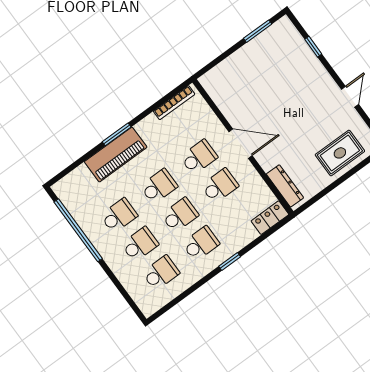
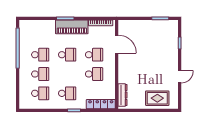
door: (240, 144) -> (117, 44), moved
piano: (116, 154) -> (72, 27), moved
school desk: (180, 215) -> (67, 74), removed
locker: (270, 218) -> (101, 104), width x1.53

